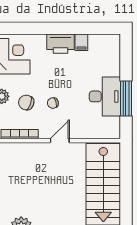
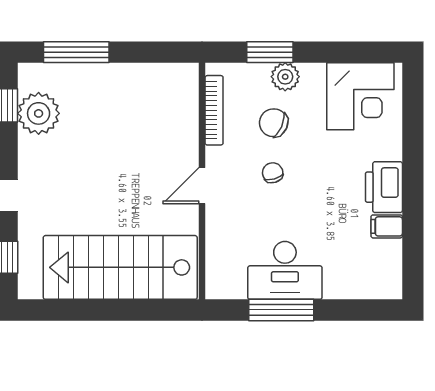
chair: (26, 103) -> (274, 123), turned -85
door: (60, 141) -> (202, 186), swing flipped

